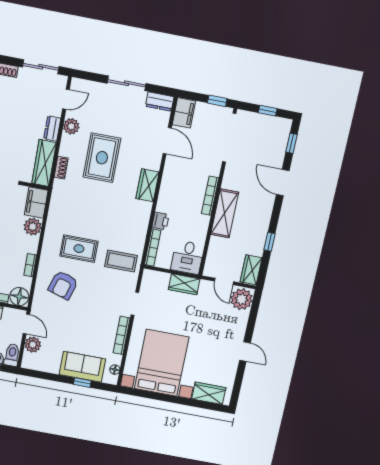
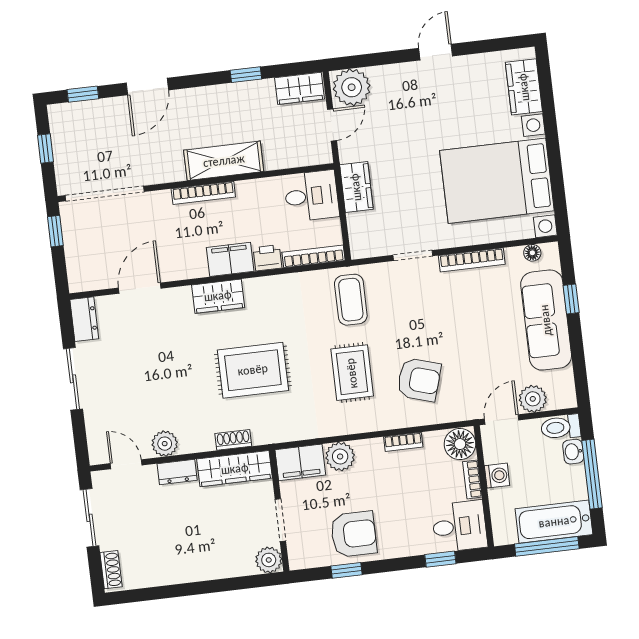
filing cabinet: (184, 113) -> (230, 259), moved
rug: (102, 158) -> (253, 370), moved
sofa: (82, 367) -> (546, 320), width x1.36

